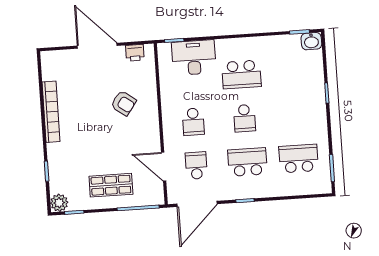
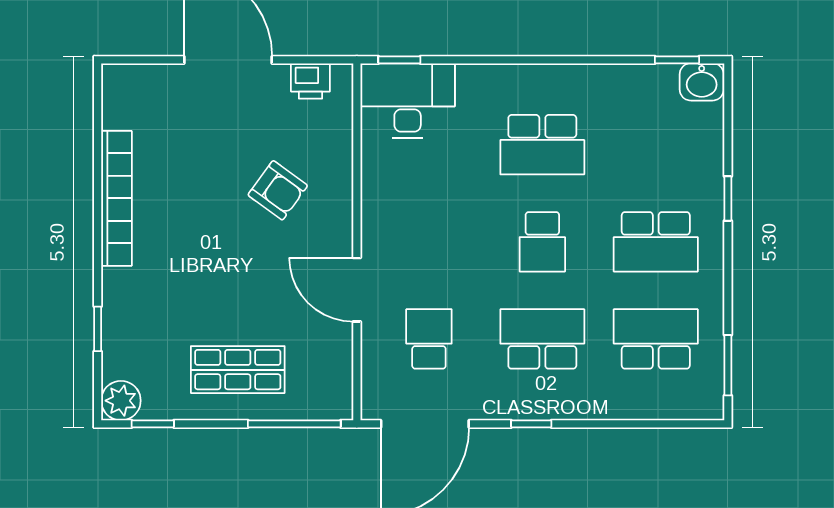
desk: (194, 58) -> (408, 100), moved
school desk: (193, 122) -> (656, 242), moved, width x1.85
door: (164, 167) -> (357, 290), moved

